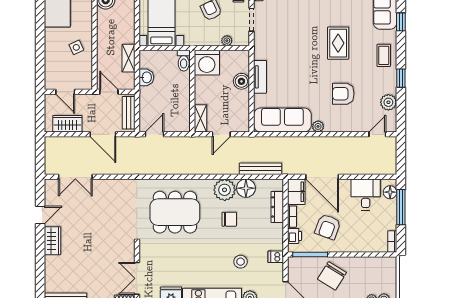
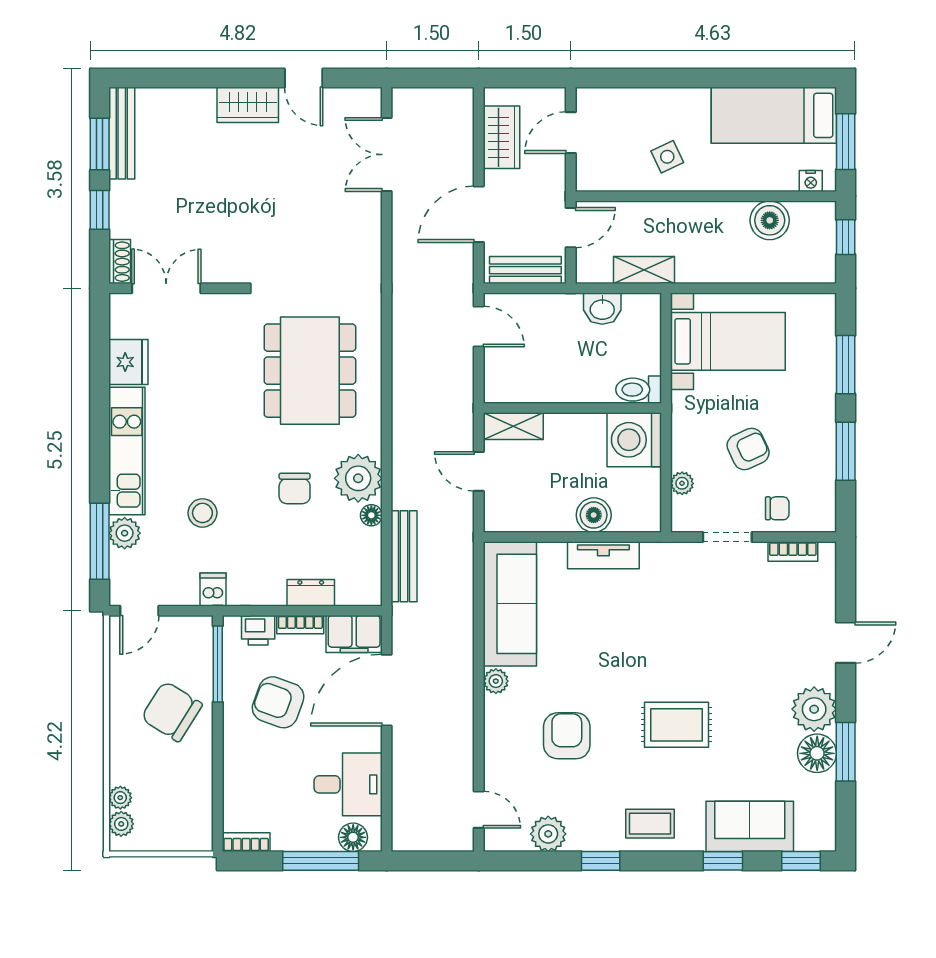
floor lamp: (246, 188) -> (371, 515), width x0.53, depth x0.53
dresser: (277, 207) -> (311, 593), width x0.70

